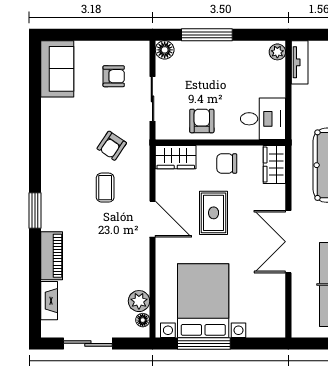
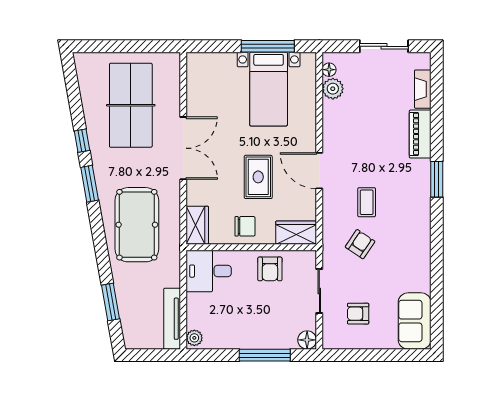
tv unit: (300, 62) -> (172, 319), width x1.41
bed with nightstands: (203, 301) -> (269, 89), width x0.73

